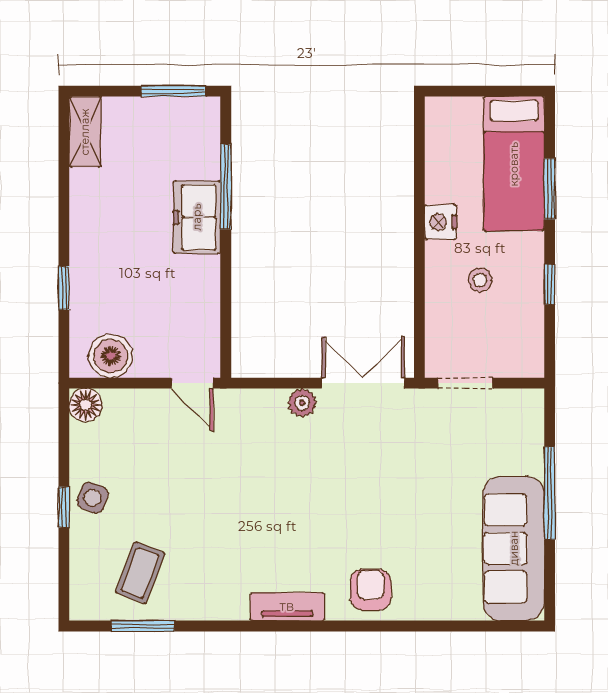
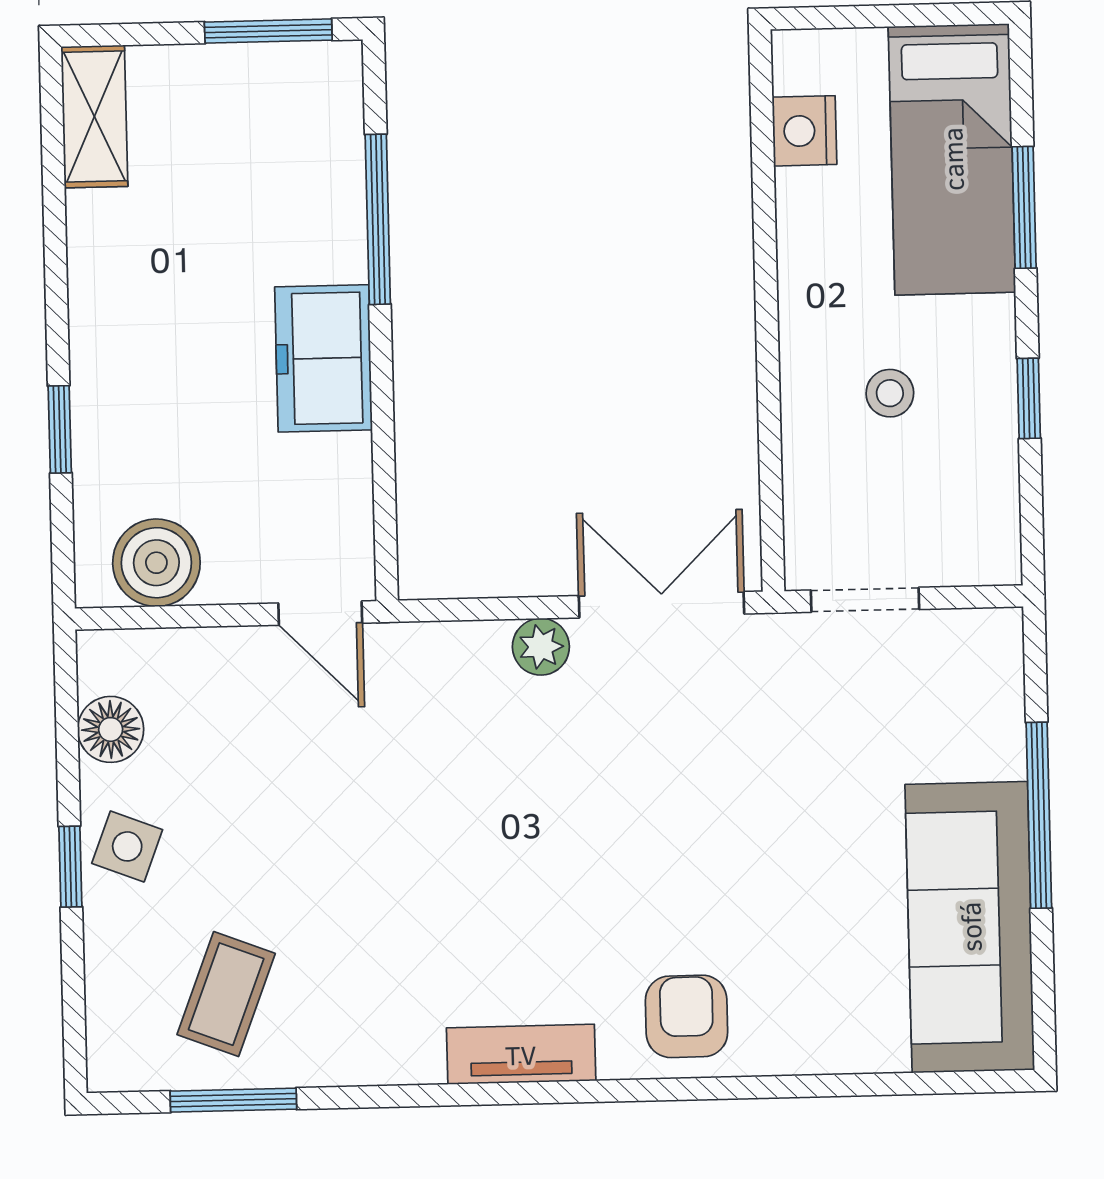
freezer: (197, 217) -> (323, 358), moved
nightstand: (440, 222) -> (804, 131), moved
floor lamp: (86, 405) -> (111, 729), moved

